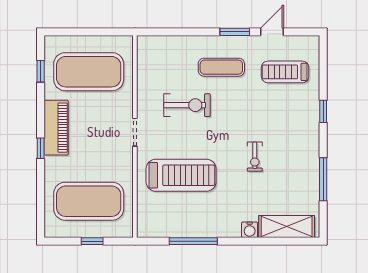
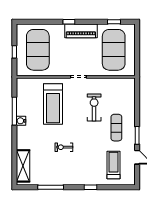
exercise bike: (187, 105) -> (94, 107), turned 180
water cooler: (250, 230) -> (21, 121), moved

